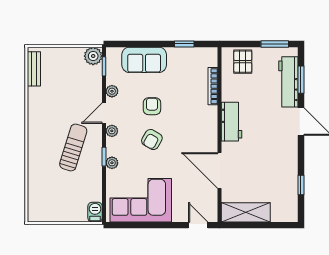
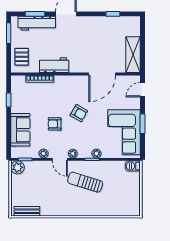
pallet: (243, 62) -> (22, 57), turned 90
workbench: (232, 122) -> (54, 65), moved
armchair: (152, 140) -> (79, 113), moved
window: (152, 225) -> (142, 124), added

